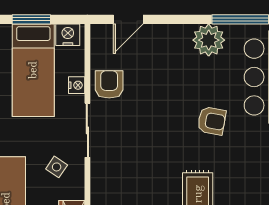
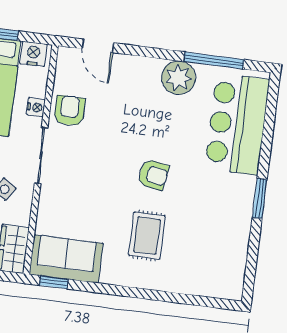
door: (128, 19) -> (98, 46), hinge flipped
armchair: (212, 121) -> (153, 175), moved

